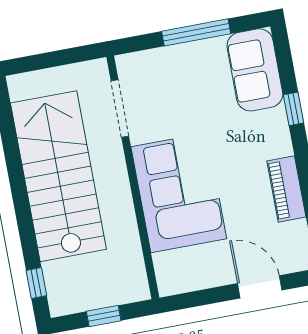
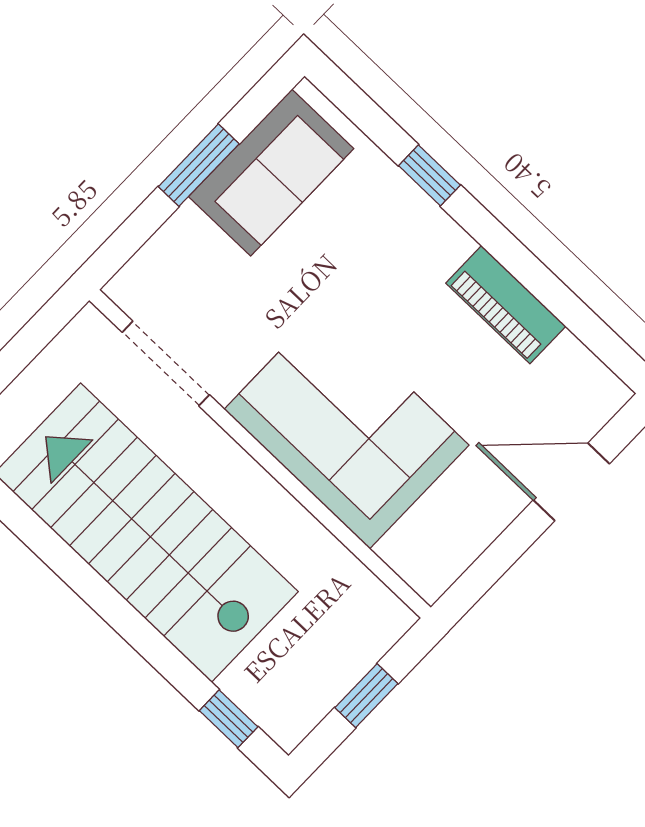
window: (196, 32) -> (199, 165), width x0.69
sofa: (255, 70) -> (271, 173), moved, turned -90

